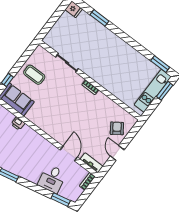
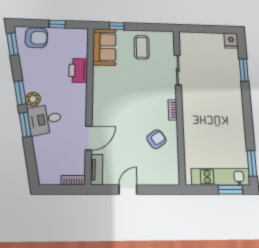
printer: (18, 124) -> (78, 70), width x1.87, depth x1.48
armchair: (117, 128) -> (156, 139), moved
plant: (19, 170) -> (33, 99), added
desk: (52, 179) -> (45, 119), moved
window: (61, 200) -> (25, 125), moved

